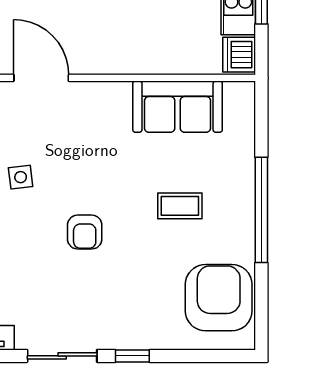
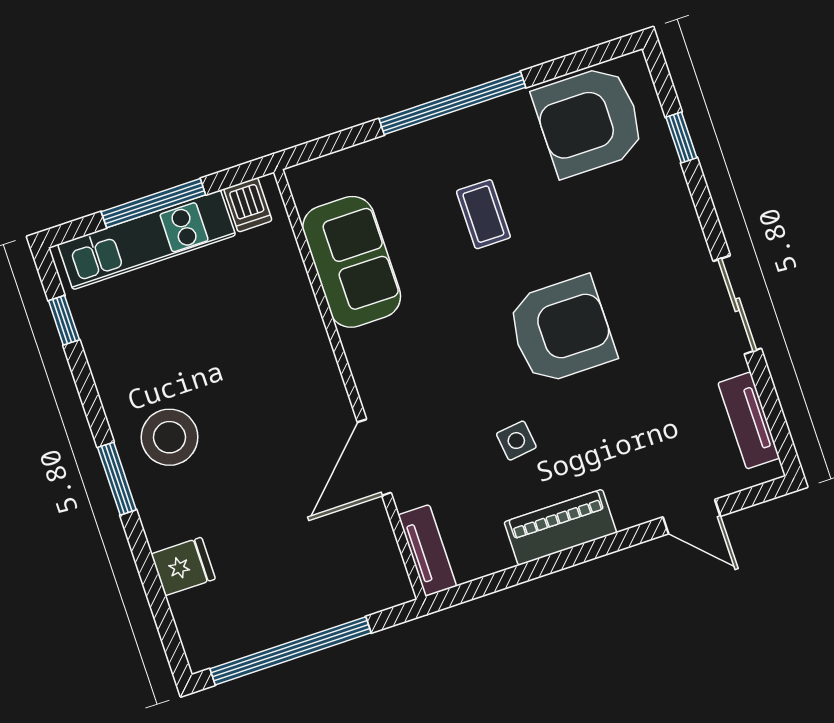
dishwasher: (239, 55) -> (248, 205), width x0.73
armchair: (85, 232) -> (561, 330), width x1.88, depth x1.88
window: (132, 356) -> (681, 137), moved

